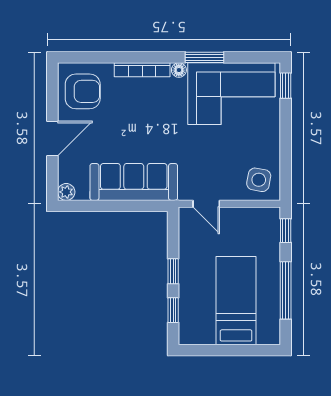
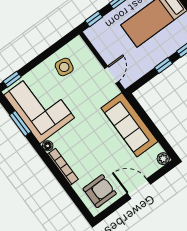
window: (204, 57) -> (20, 123), moved
armchair: (83, 91) -> (100, 191), turned 90
side table: (259, 180) -> (64, 67), moved

